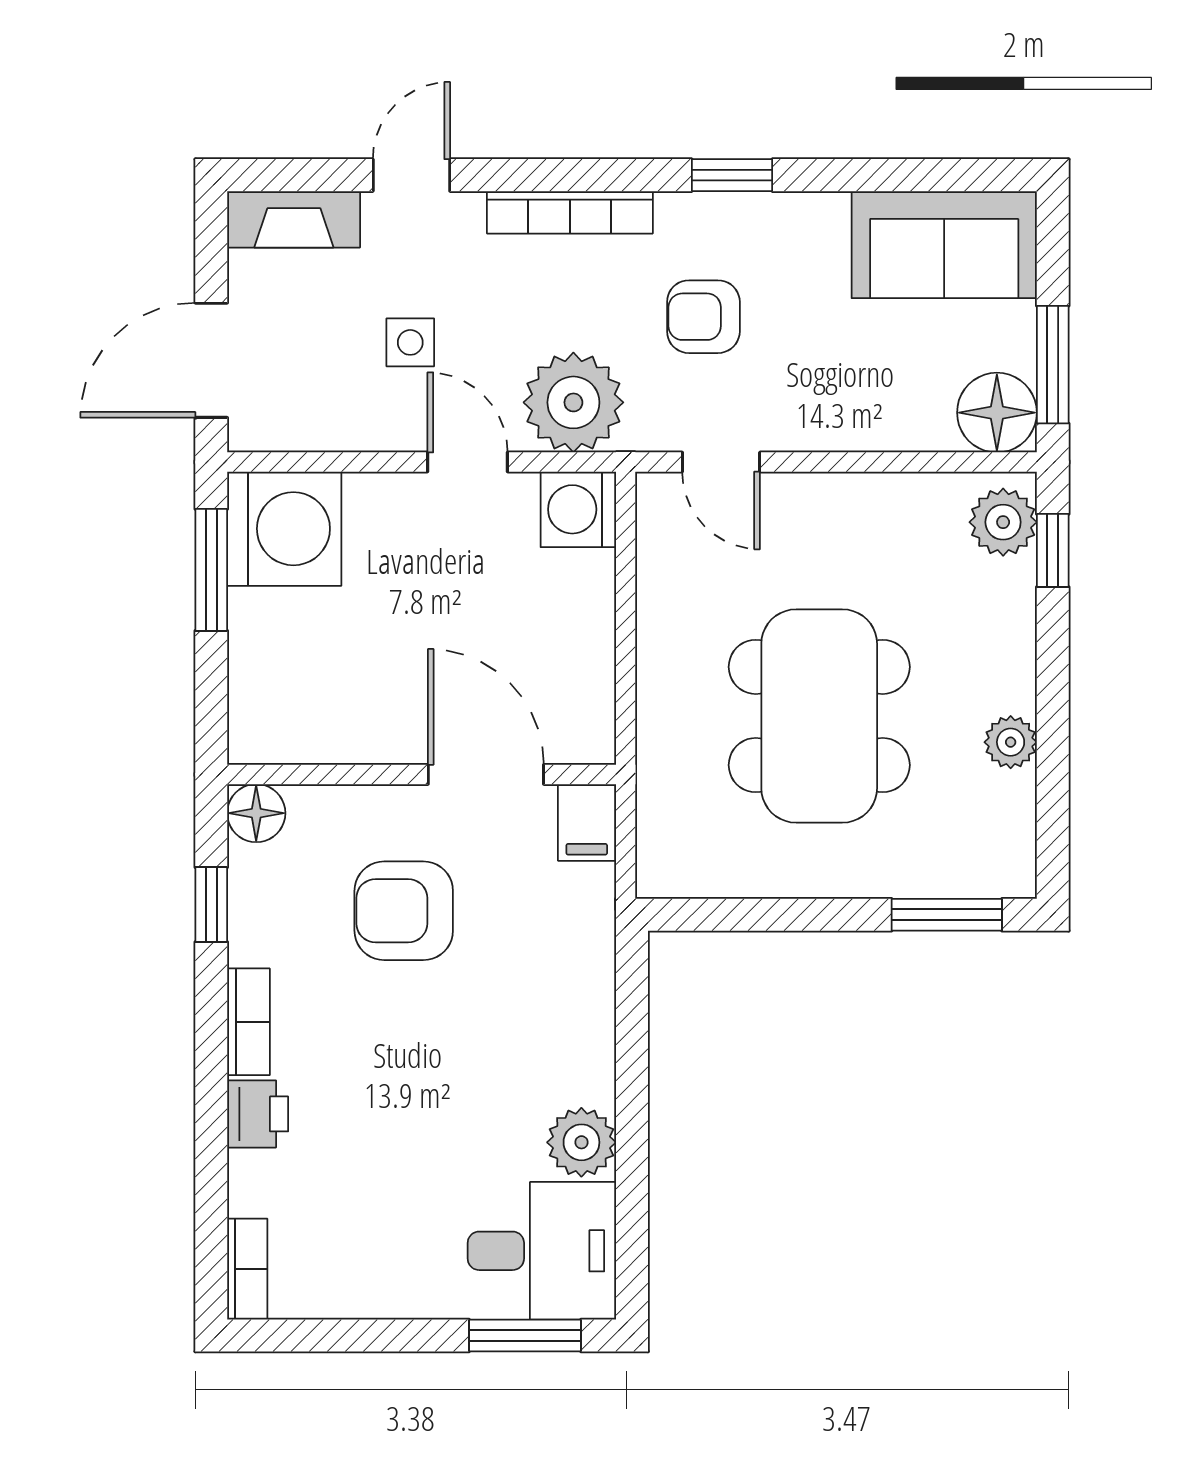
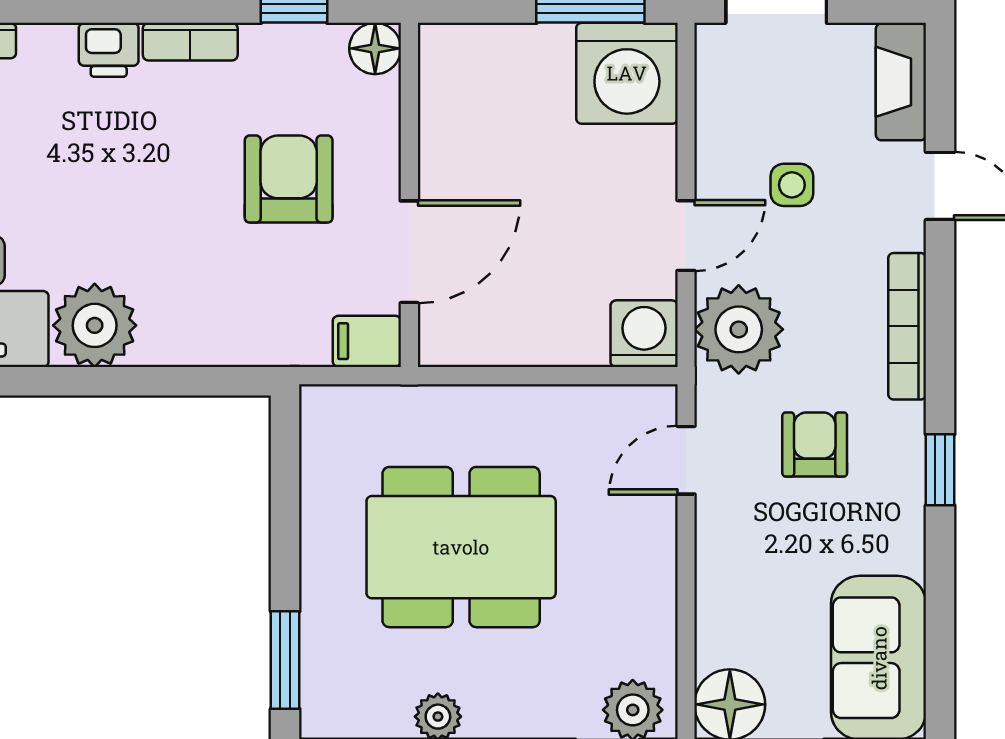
plant: (581, 1142) -> (95, 325), width x1.36, depth x1.36

